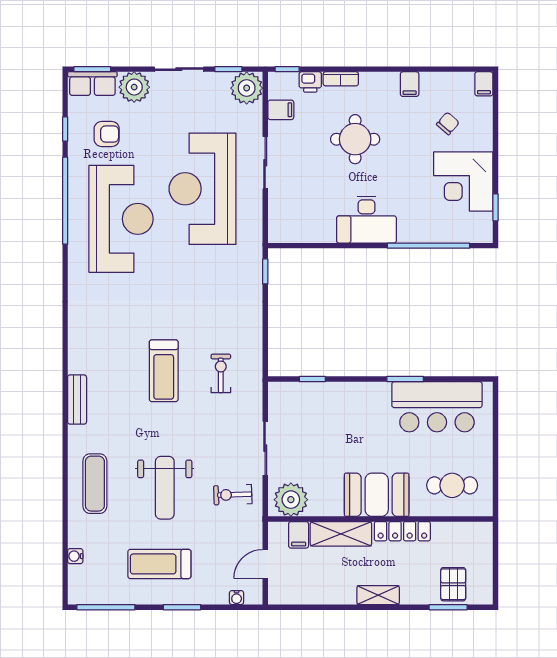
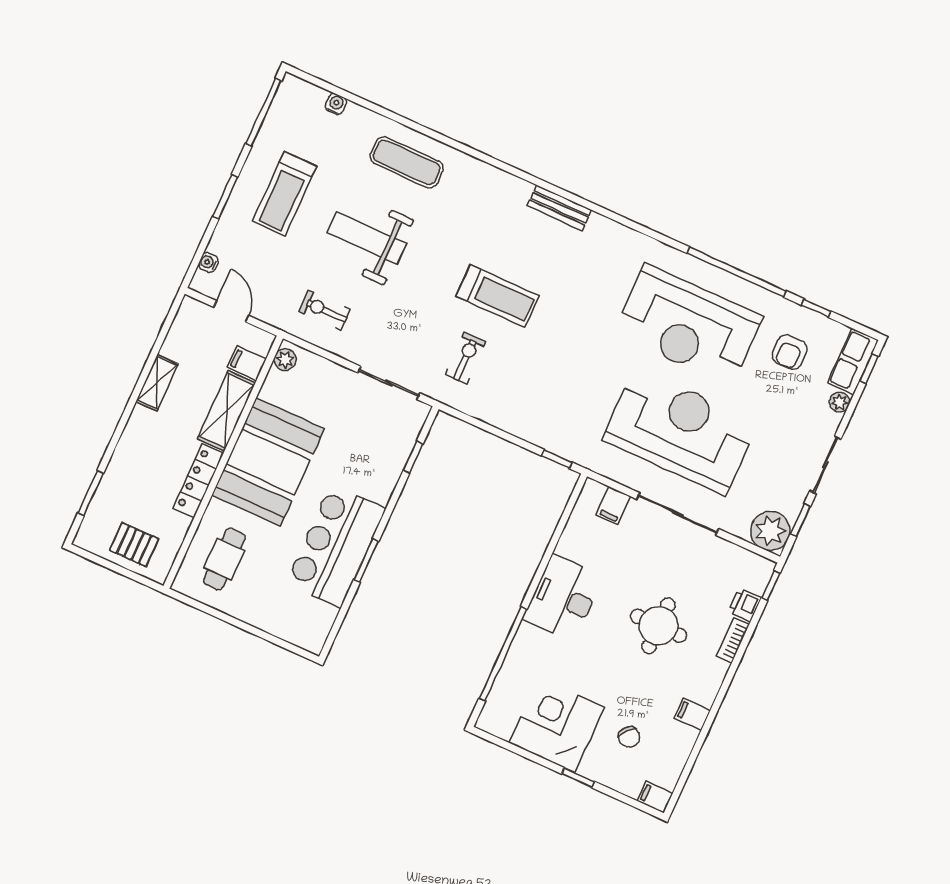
window: (92, 69) -> (869, 369), width x0.67
plant: (134, 87) -> (840, 402), width x0.53, depth x0.53
filing cabinet: (281, 110) -> (613, 506), moved
sliding door: (265, 163) -> (678, 514), width x1.37
window: (496, 207) -> (578, 778), moved
treadmill: (164, 371) -> (497, 296), turned 180
exercise bike: (221, 373) -> (466, 358), turned -90
bench: (77, 400) -> (559, 208), moved
bar counter: (437, 407) -> (336, 546), moved
sliding door: (265, 448) -> (389, 383), moved
exercise bike: (233, 495) -> (325, 310), turned -88
booth: (377, 495) -> (268, 462), width x1.36, depth x1.42
plant: (291, 500) -> (285, 360), width x0.53, depth x0.53
treadmill: (159, 564) -> (285, 194), turned 180
pallet: (453, 584) -> (134, 545), moved
shelving: (378, 595) -> (157, 383), moved

